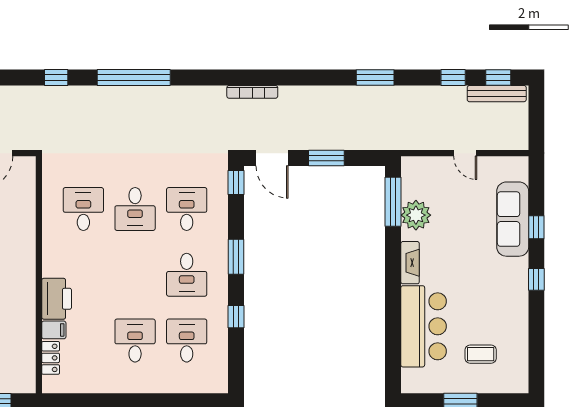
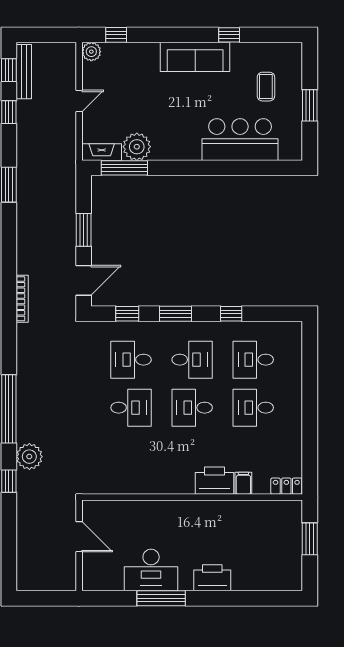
plant: (82, 100) -> (29, 457), added
plant: (518, 166) -> (91, 52), added
window: (236, 183) -> (127, 314), moved
desk: (83, 209) -> (192, 408), moved
sofa: (513, 219) -> (195, 57), moved
window: (536, 227) -> (116, 35), moved
fireplace: (410, 263) -> (102, 152), moved
window: (536, 279) -> (229, 35), moved
locker: (51, 358) -> (286, 486), moved

